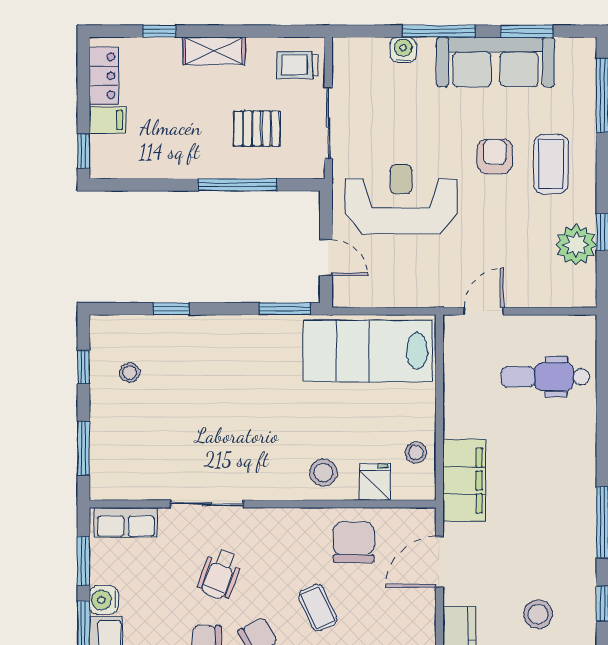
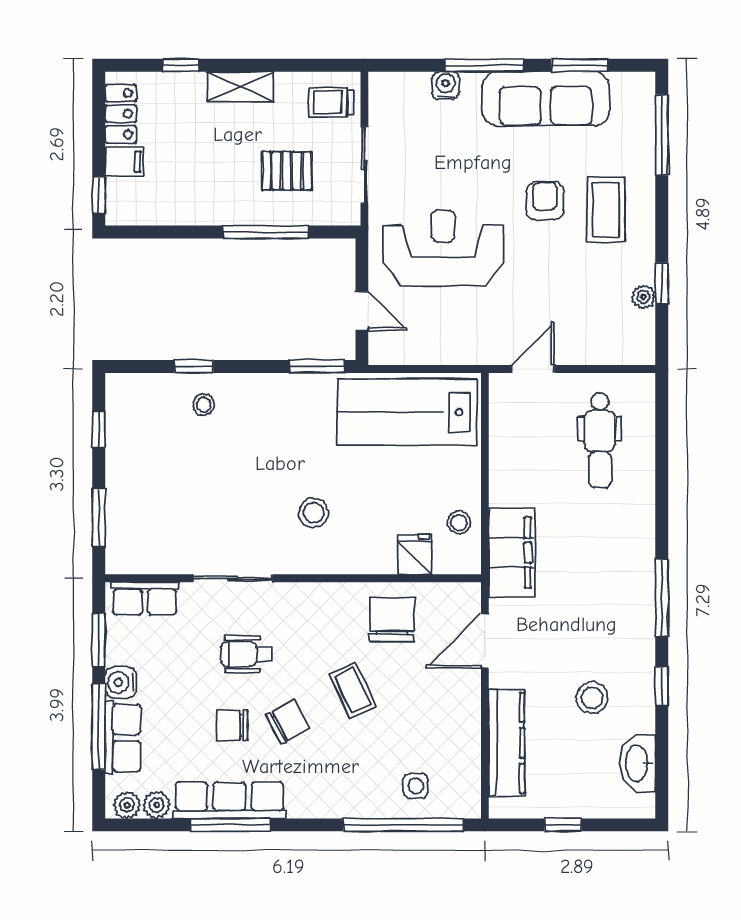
plant: (576, 245) -> (643, 297), width x0.53, depth x0.53
stool: (130, 373) -> (204, 405), moved
dental chair: (545, 377) -> (600, 440), turned -90
stool: (323, 472) -> (314, 513), moved
wheelchair: (220, 574) -> (246, 654), turned 70

